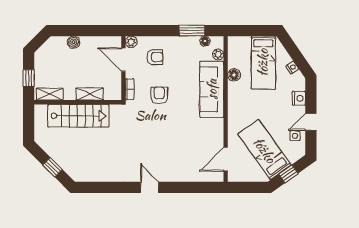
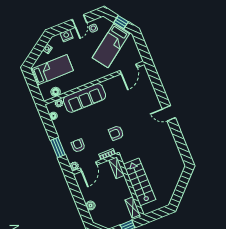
window: (192, 31) -> (58, 147), moved
floor lamp: (234, 75) -> (56, 92), moved
shelving: (90, 94) -> (117, 168), moved
armchair: (159, 95) -> (116, 133), moved
door: (311, 122) -> (79, 21), hinge flipped
door: (226, 159) -> (129, 69), hinge flipped
window: (53, 167) -> (182, 185), removed
door: (150, 187) -> (169, 113), hinge flipped

